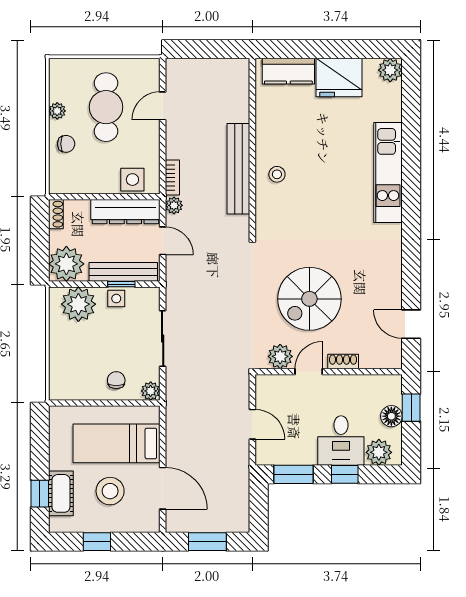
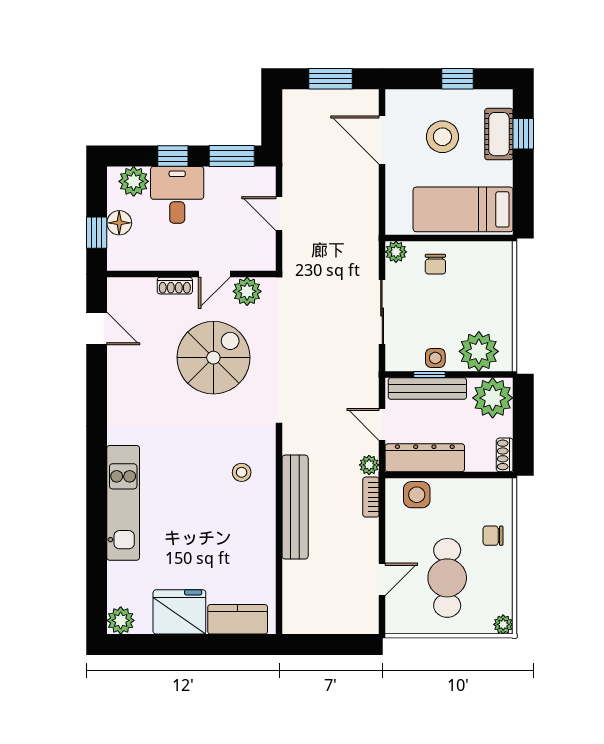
plant: (57, 111) -> (503, 624), moved
stool: (277, 174) -> (242, 472), moved
bed: (117, 443) -> (463, 209), moved, turned 180

